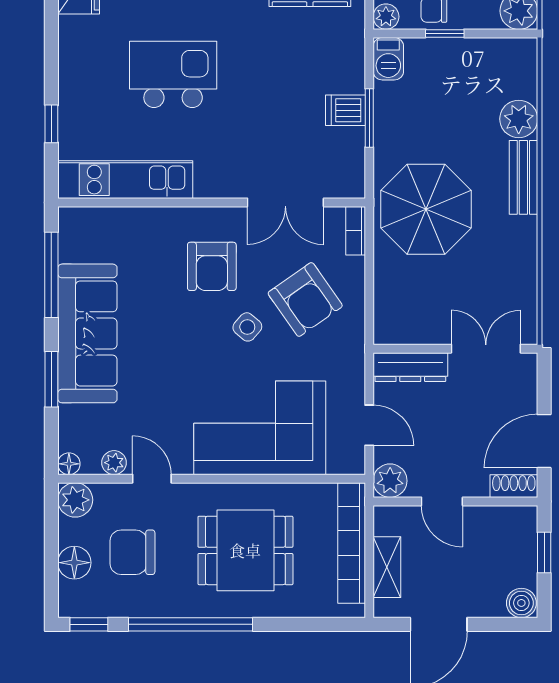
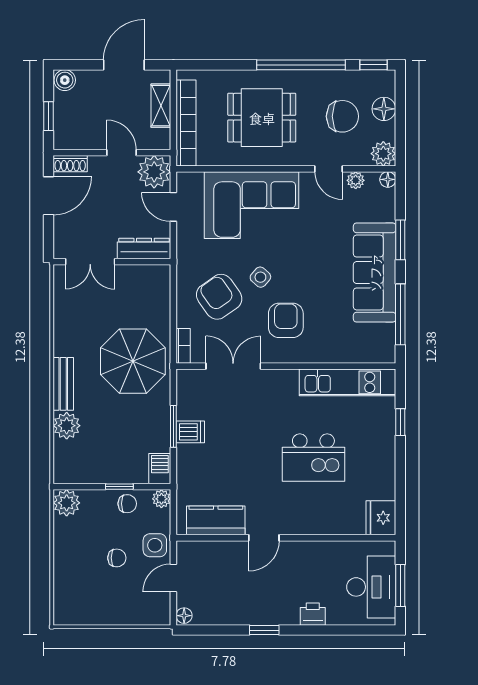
plant: (390, 481) -> (154, 172), width x1.36, depth x1.36

